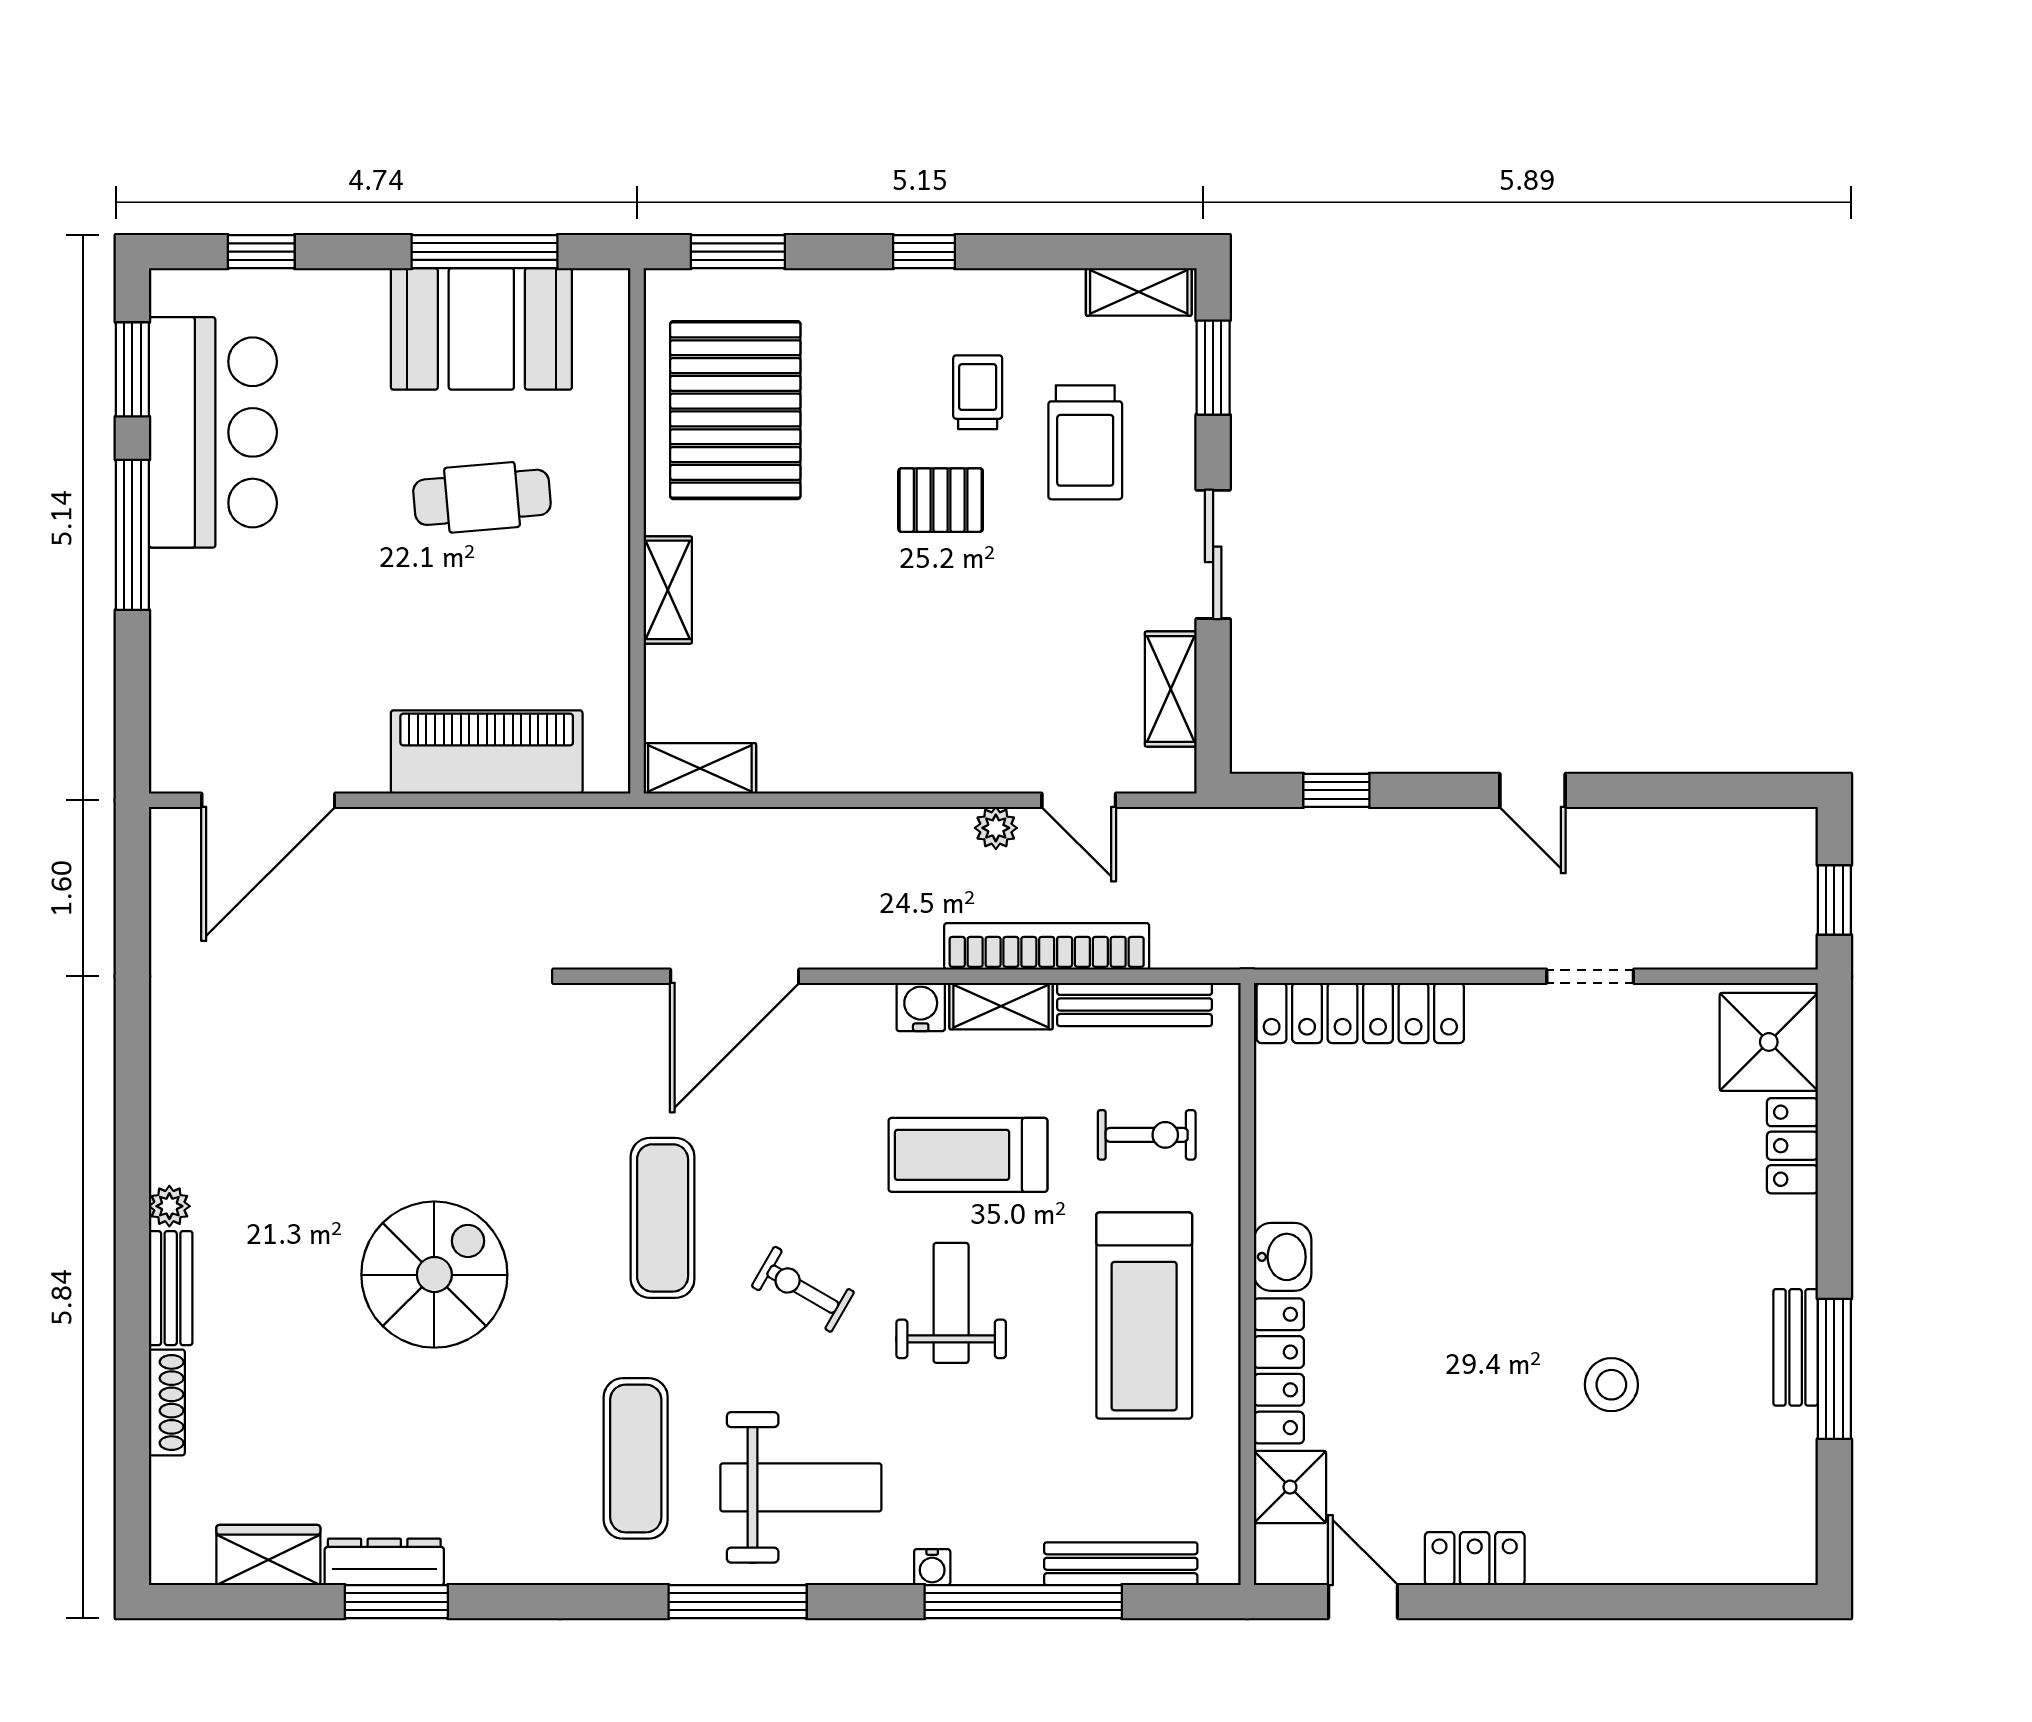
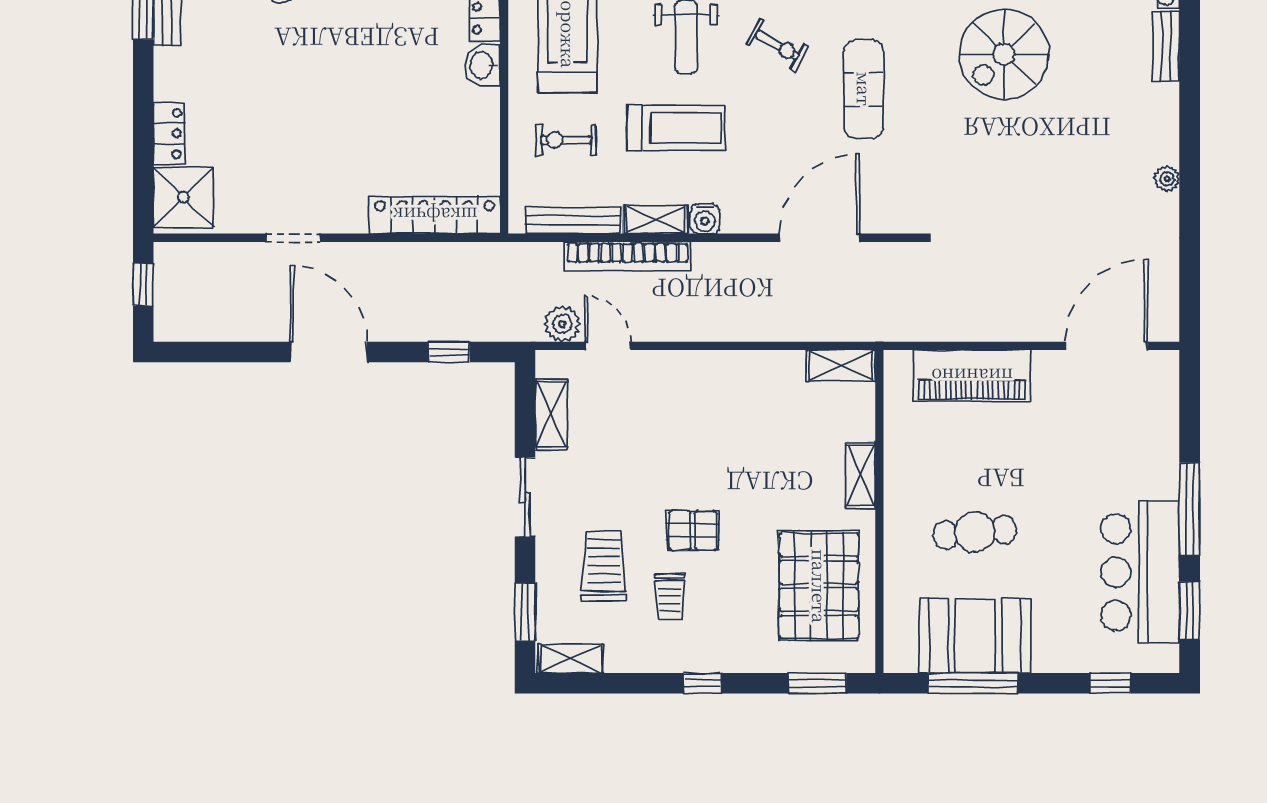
door: (1533, 790) -> (329, 352), width x1.87
plant: (996, 828) -> (562, 324), moved, width x1.38, depth x1.38
plant: (169, 1206) -> (1167, 179), moved

